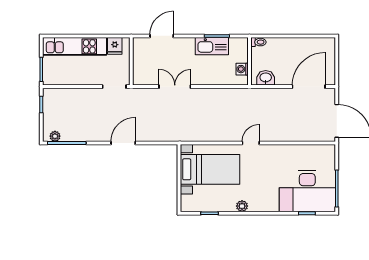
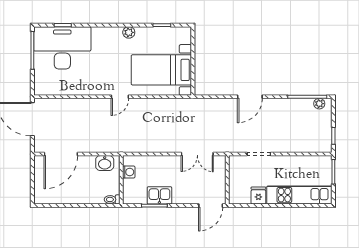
kitchen sink: (212, 46) -> (159, 195), width x0.73
wall: (131, 61) -> (227, 180), moved

